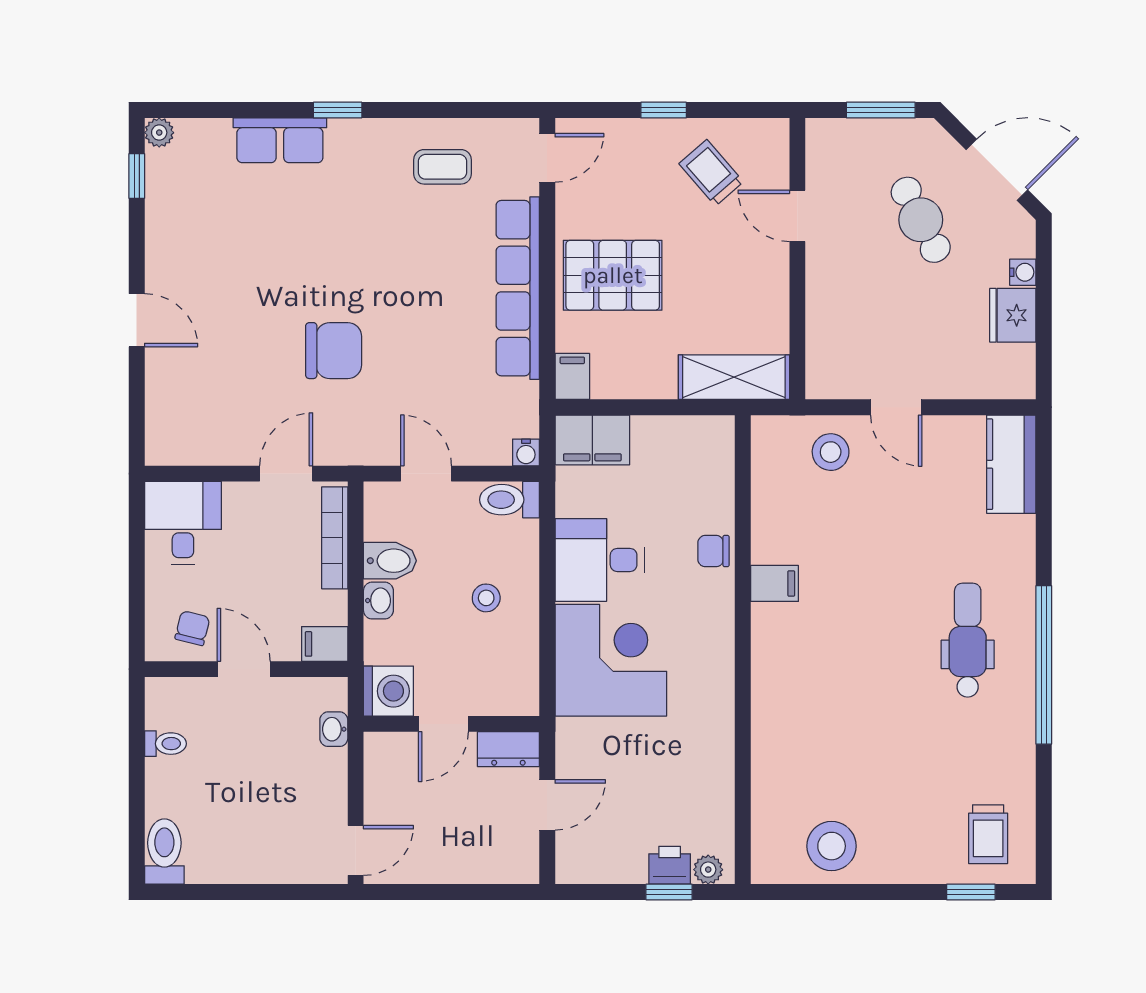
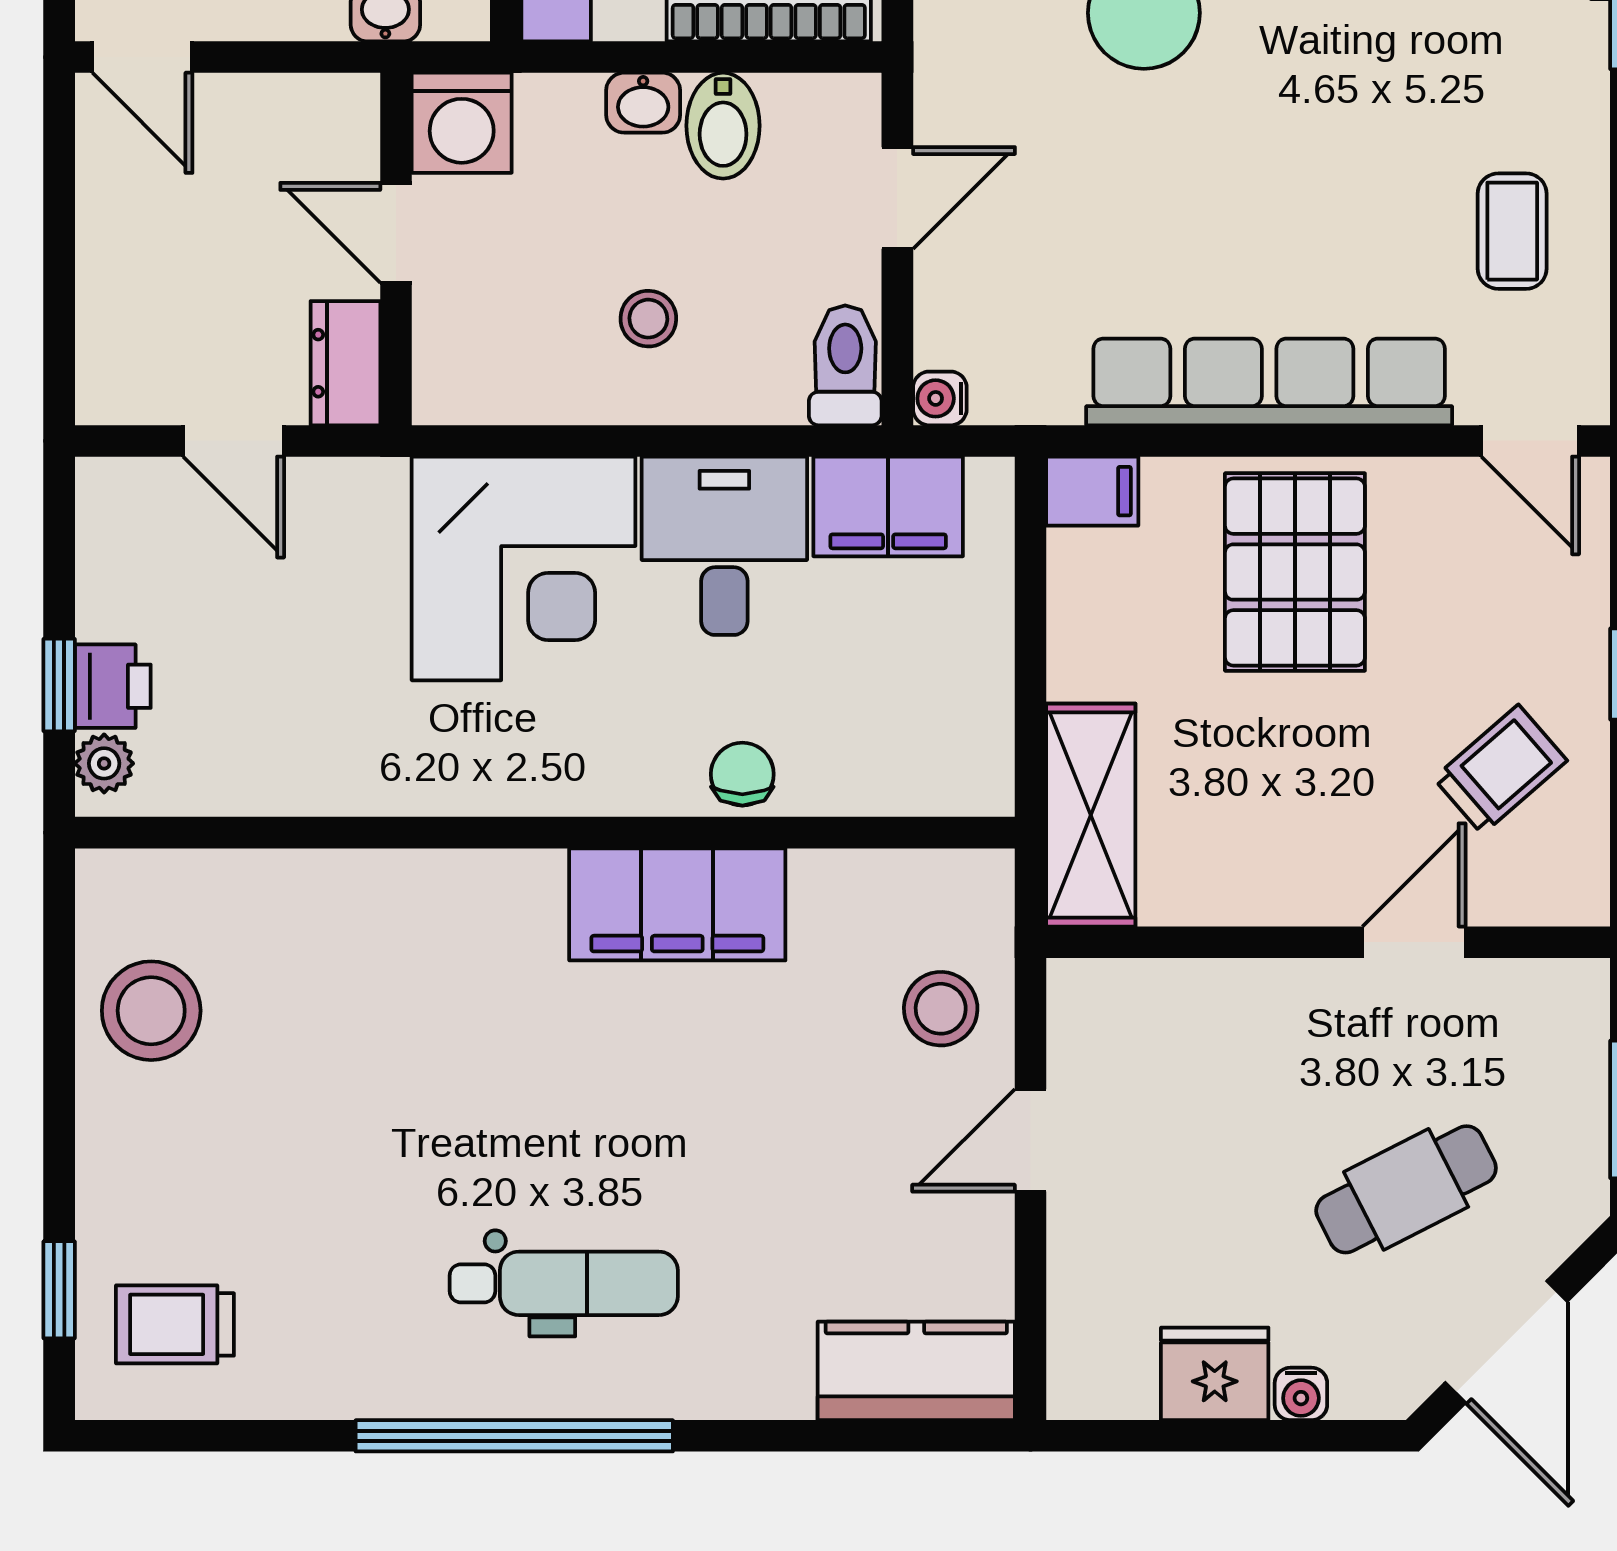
filing cabinet: (592, 440) -> (888, 506), moved, turned -90
filing cabinet: (774, 583) -> (677, 904), width x3.00, depth x1.17

